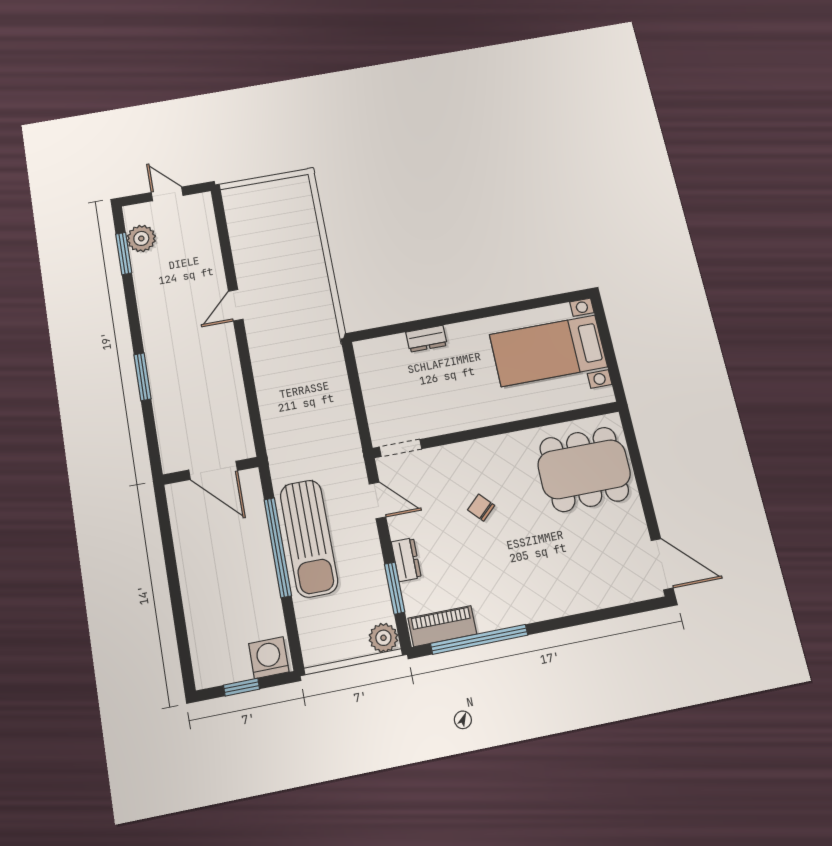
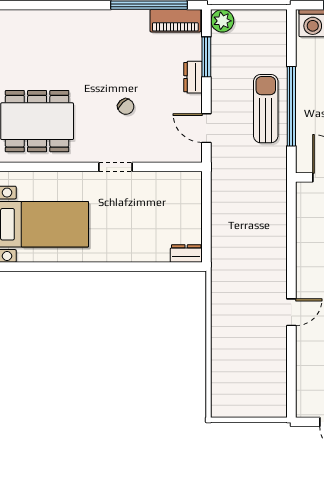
dresser: (426, 339) -> (186, 254), moved
doorway: (401, 448) -> (116, 167), moved
sun lounger: (309, 538) -> (266, 109), width x0.73, depth x0.75

